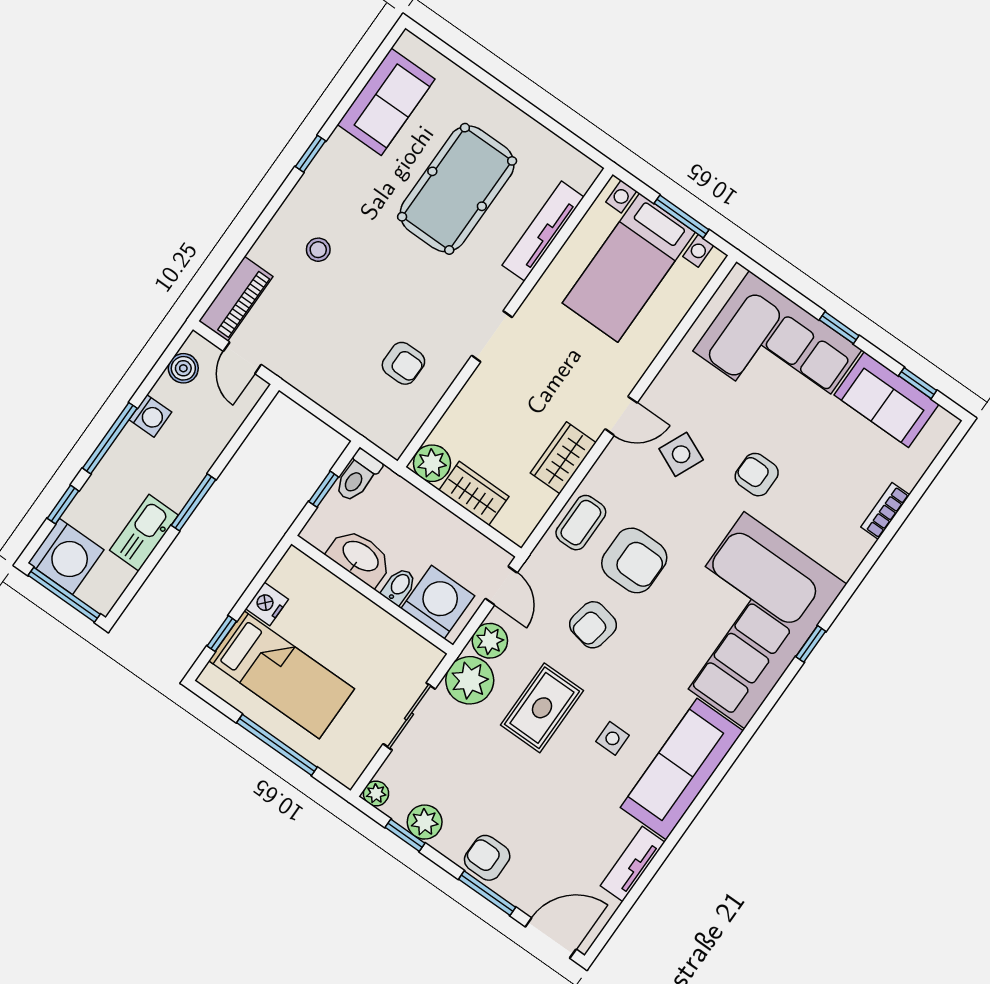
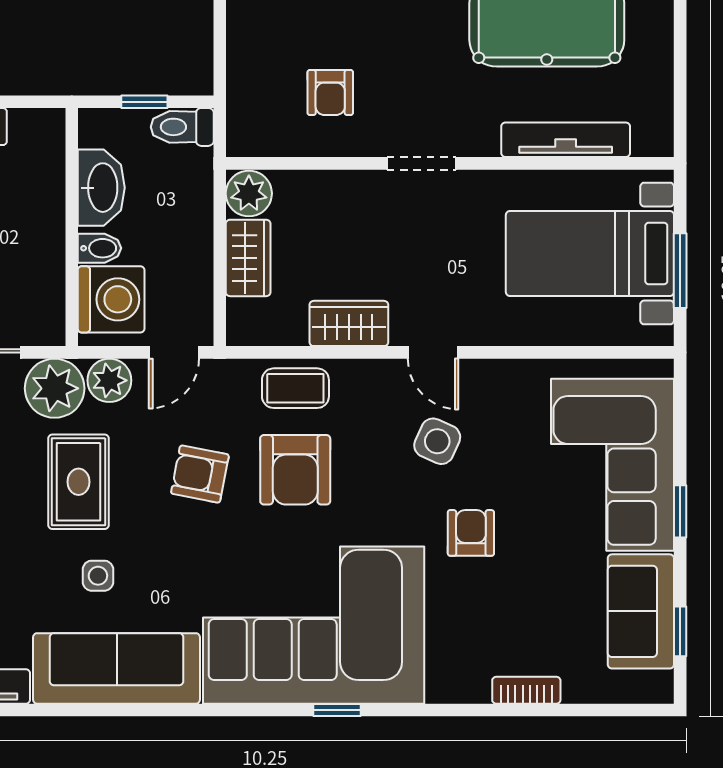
rug: (542, 708) -> (78, 482), turned 90

